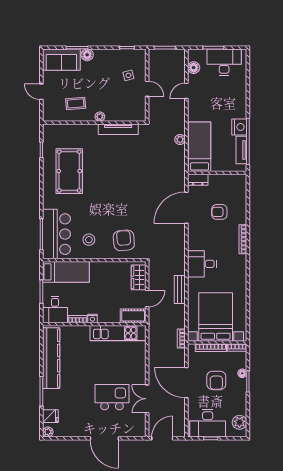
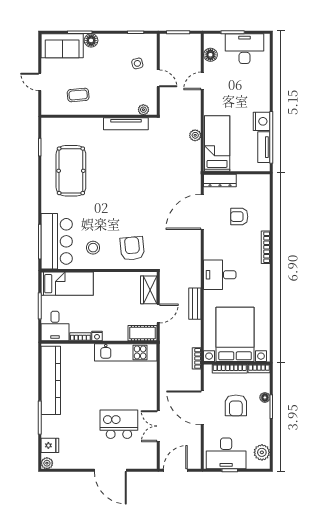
plant: (100, 117) -> (143, 110), moved
dresser: (198, 180) -> (220, 181), width x1.44

